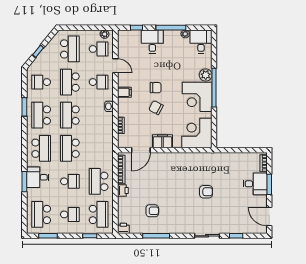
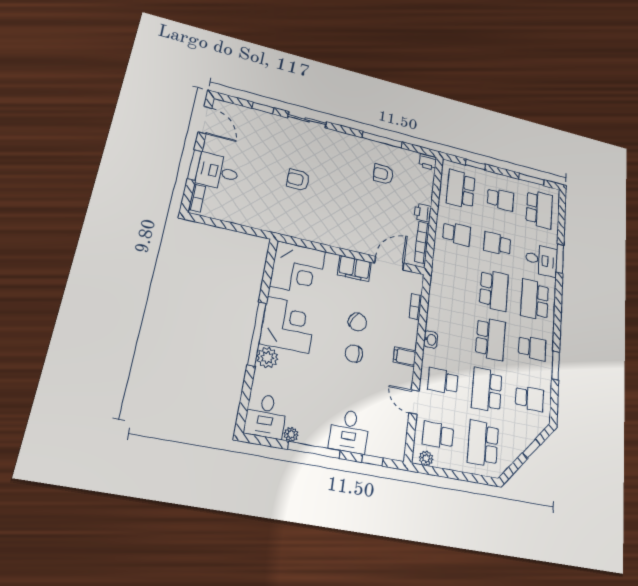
school desk: (70, 82) -> (487, 390), turned 180
school desk: (41, 115) -> (532, 348), width x0.54
school desk: (99, 181) -> (457, 234), width x0.54
school desk: (70, 214) -> (500, 199), turned 180

